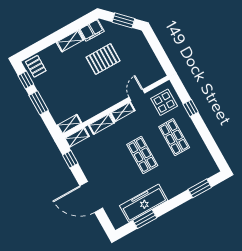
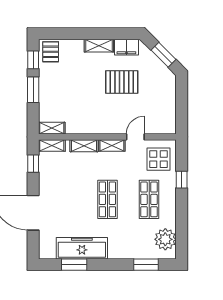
plant: (204, 161) -> (165, 239), added

